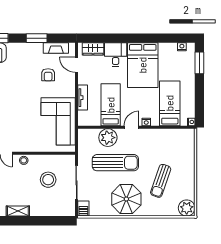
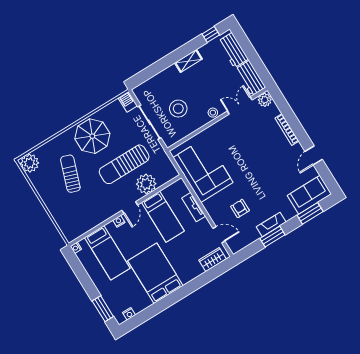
fireplace: (56, 48) -> (271, 224), moved
desk: (116, 55) -> (188, 267), removed

